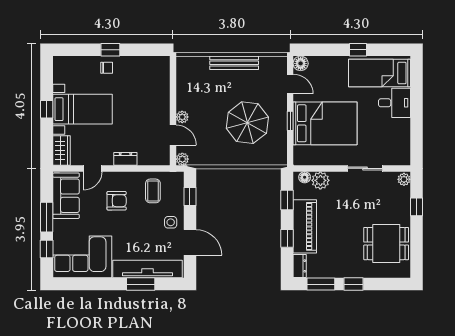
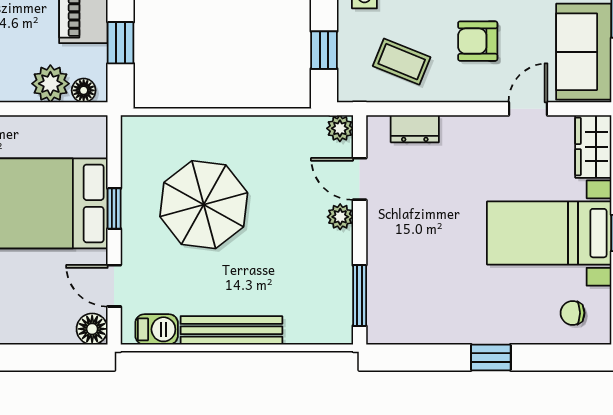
barbecue: (270, 63) -> (157, 329), added
chair: (107, 68) -> (572, 313), moved
window: (173, 79) -> (360, 296), added
dresser: (125, 159) -> (415, 129), moved
coffee table: (153, 191) -> (402, 62), turned -68

